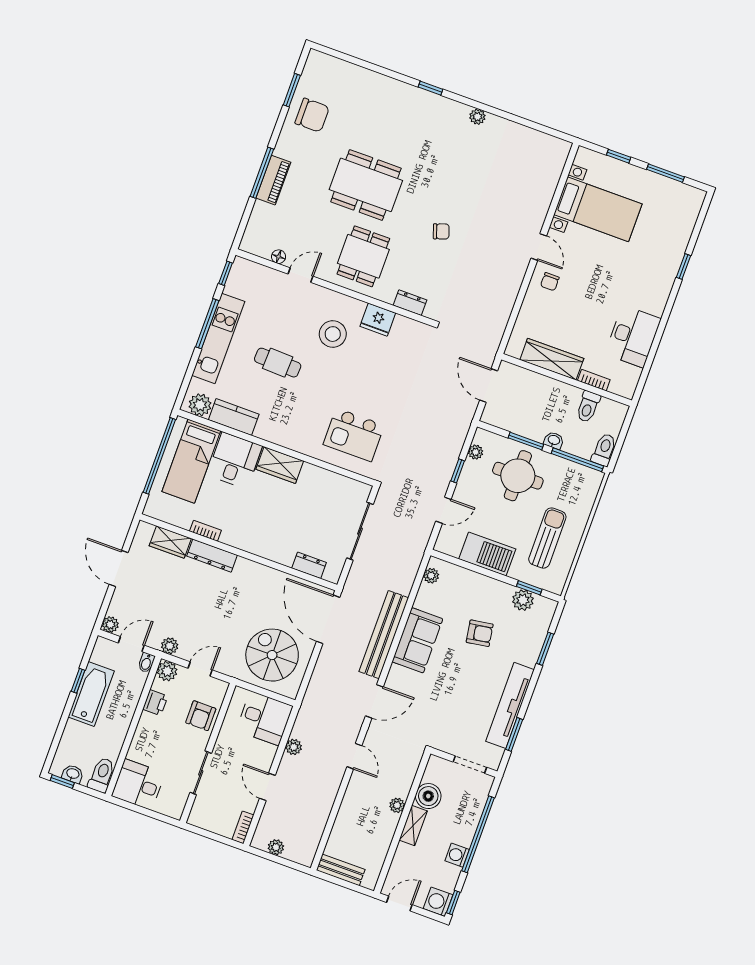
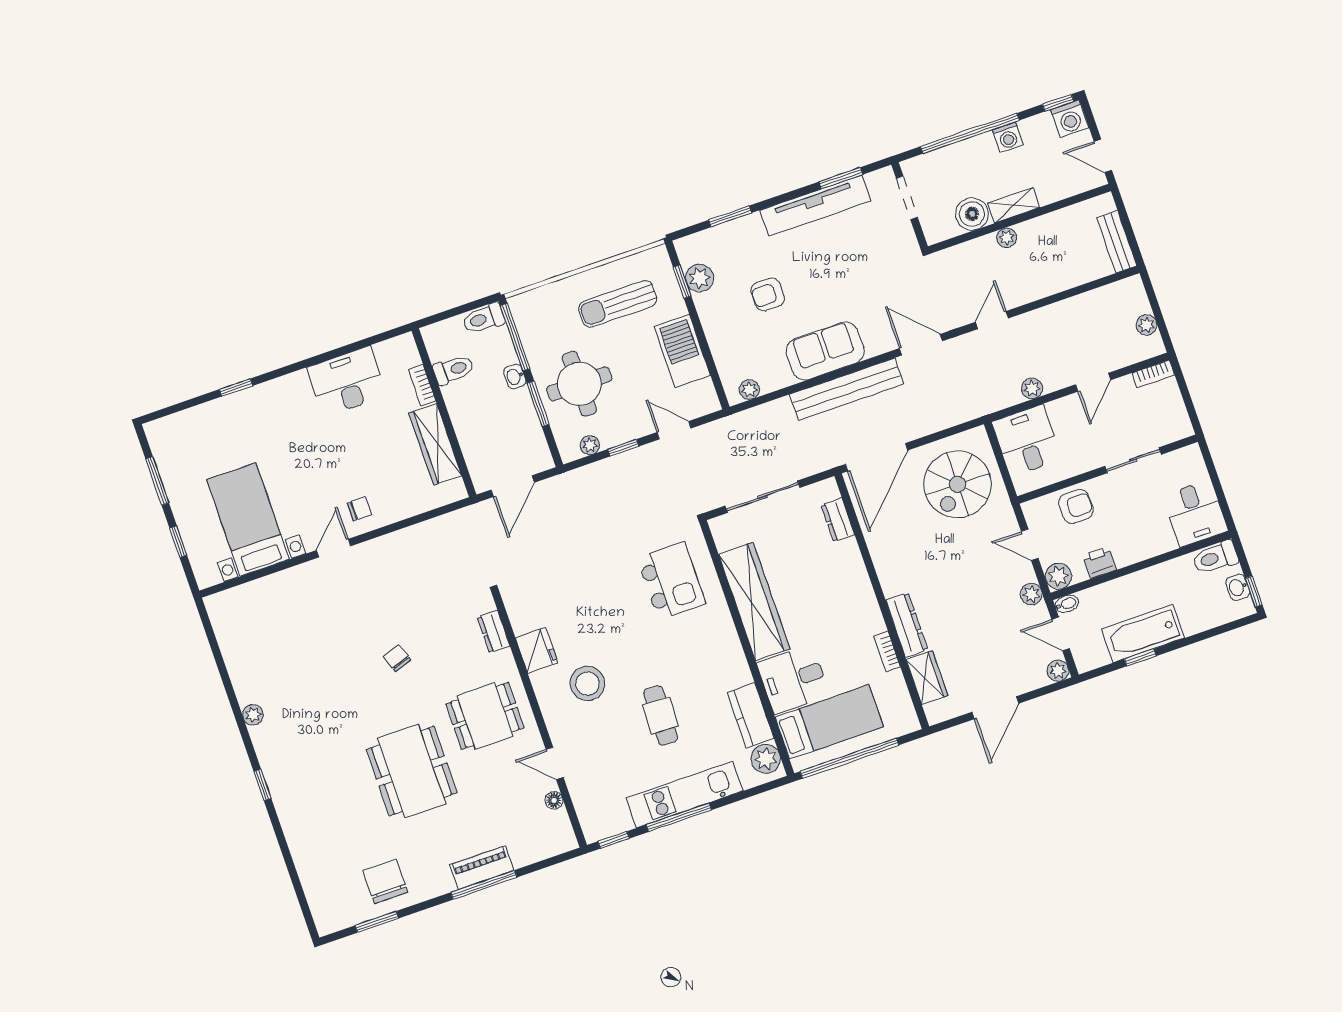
wardrobe: (280, 465) -> (754, 602), width x2.10, depth x1.17
armchair: (480, 633) -> (768, 294), turned -81

